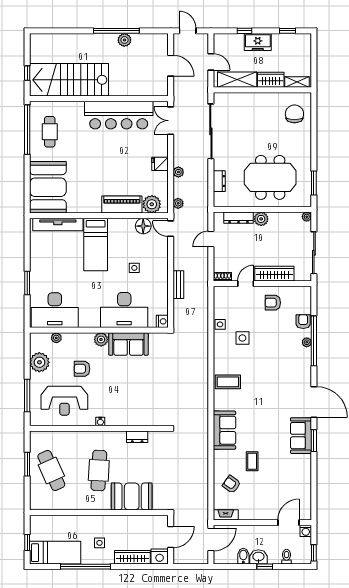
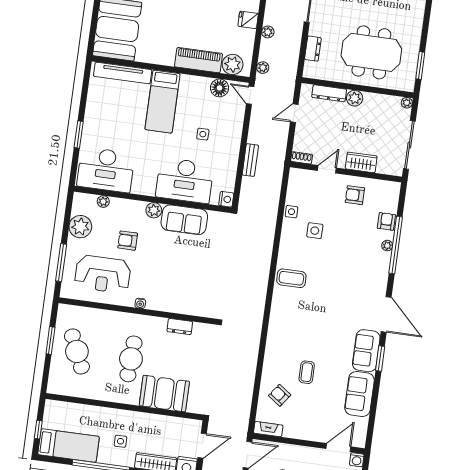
wardrobe: (274, 274) -> (361, 162), width x0.67
sofa: (224, 430) -> (359, 394), moved, turned 180

